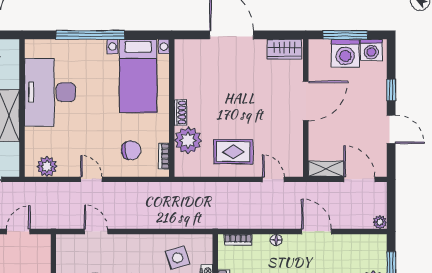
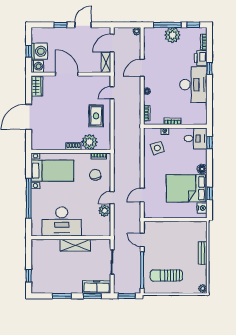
window: (345, 35) -> (29, 51), width x0.46
washing machine: (371, 50) -> (37, 66), moved
plant: (47, 167) -> (105, 211), moved

